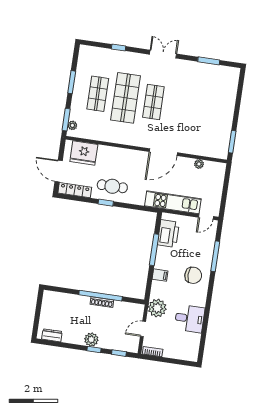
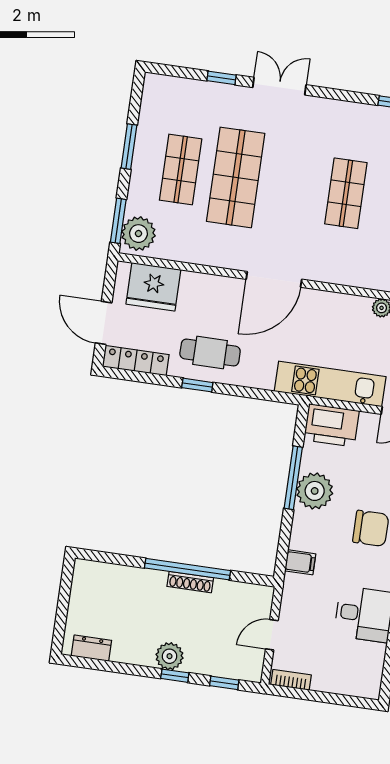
double door: (163, 54) -> (279, 86), moved
shop shelf: (153, 102) -> (346, 193), moved
plant: (72, 125) -> (138, 234), width x1.88, depth x1.88
door: (163, 152) -> (274, 279), moved
printer: (168, 233) -> (331, 425), moved, turned 90
filing cabinet: (160, 275) -> (300, 562), moved
plant: (157, 308) -> (315, 491), moved

